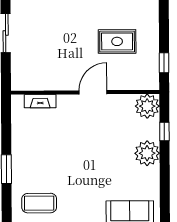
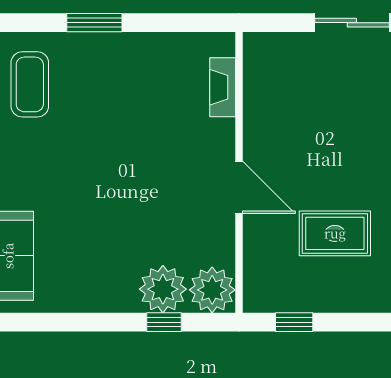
rug: (117, 41) -> (335, 233), turned 90
plant: (147, 153) -> (163, 289), moved

